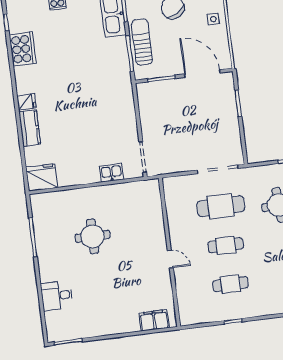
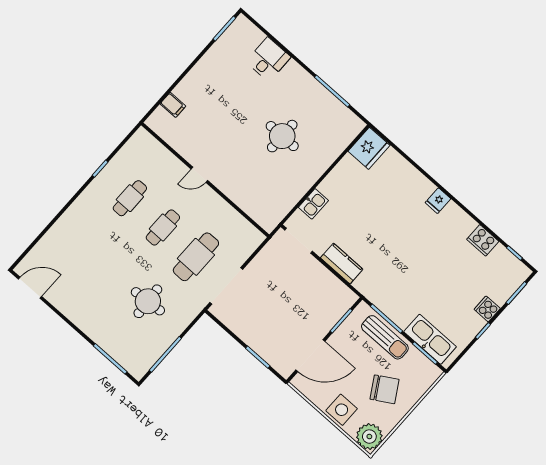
side table: (213, 19) -> (342, 410), width x1.87, depth x1.87
cooker: (23, 49) -> (483, 240), width x0.73, depth x0.76
kitchen counter: (30, 128) -> (342, 263), moved, turned 180
filing cabinet: (154, 320) -> (173, 105), width x0.50

